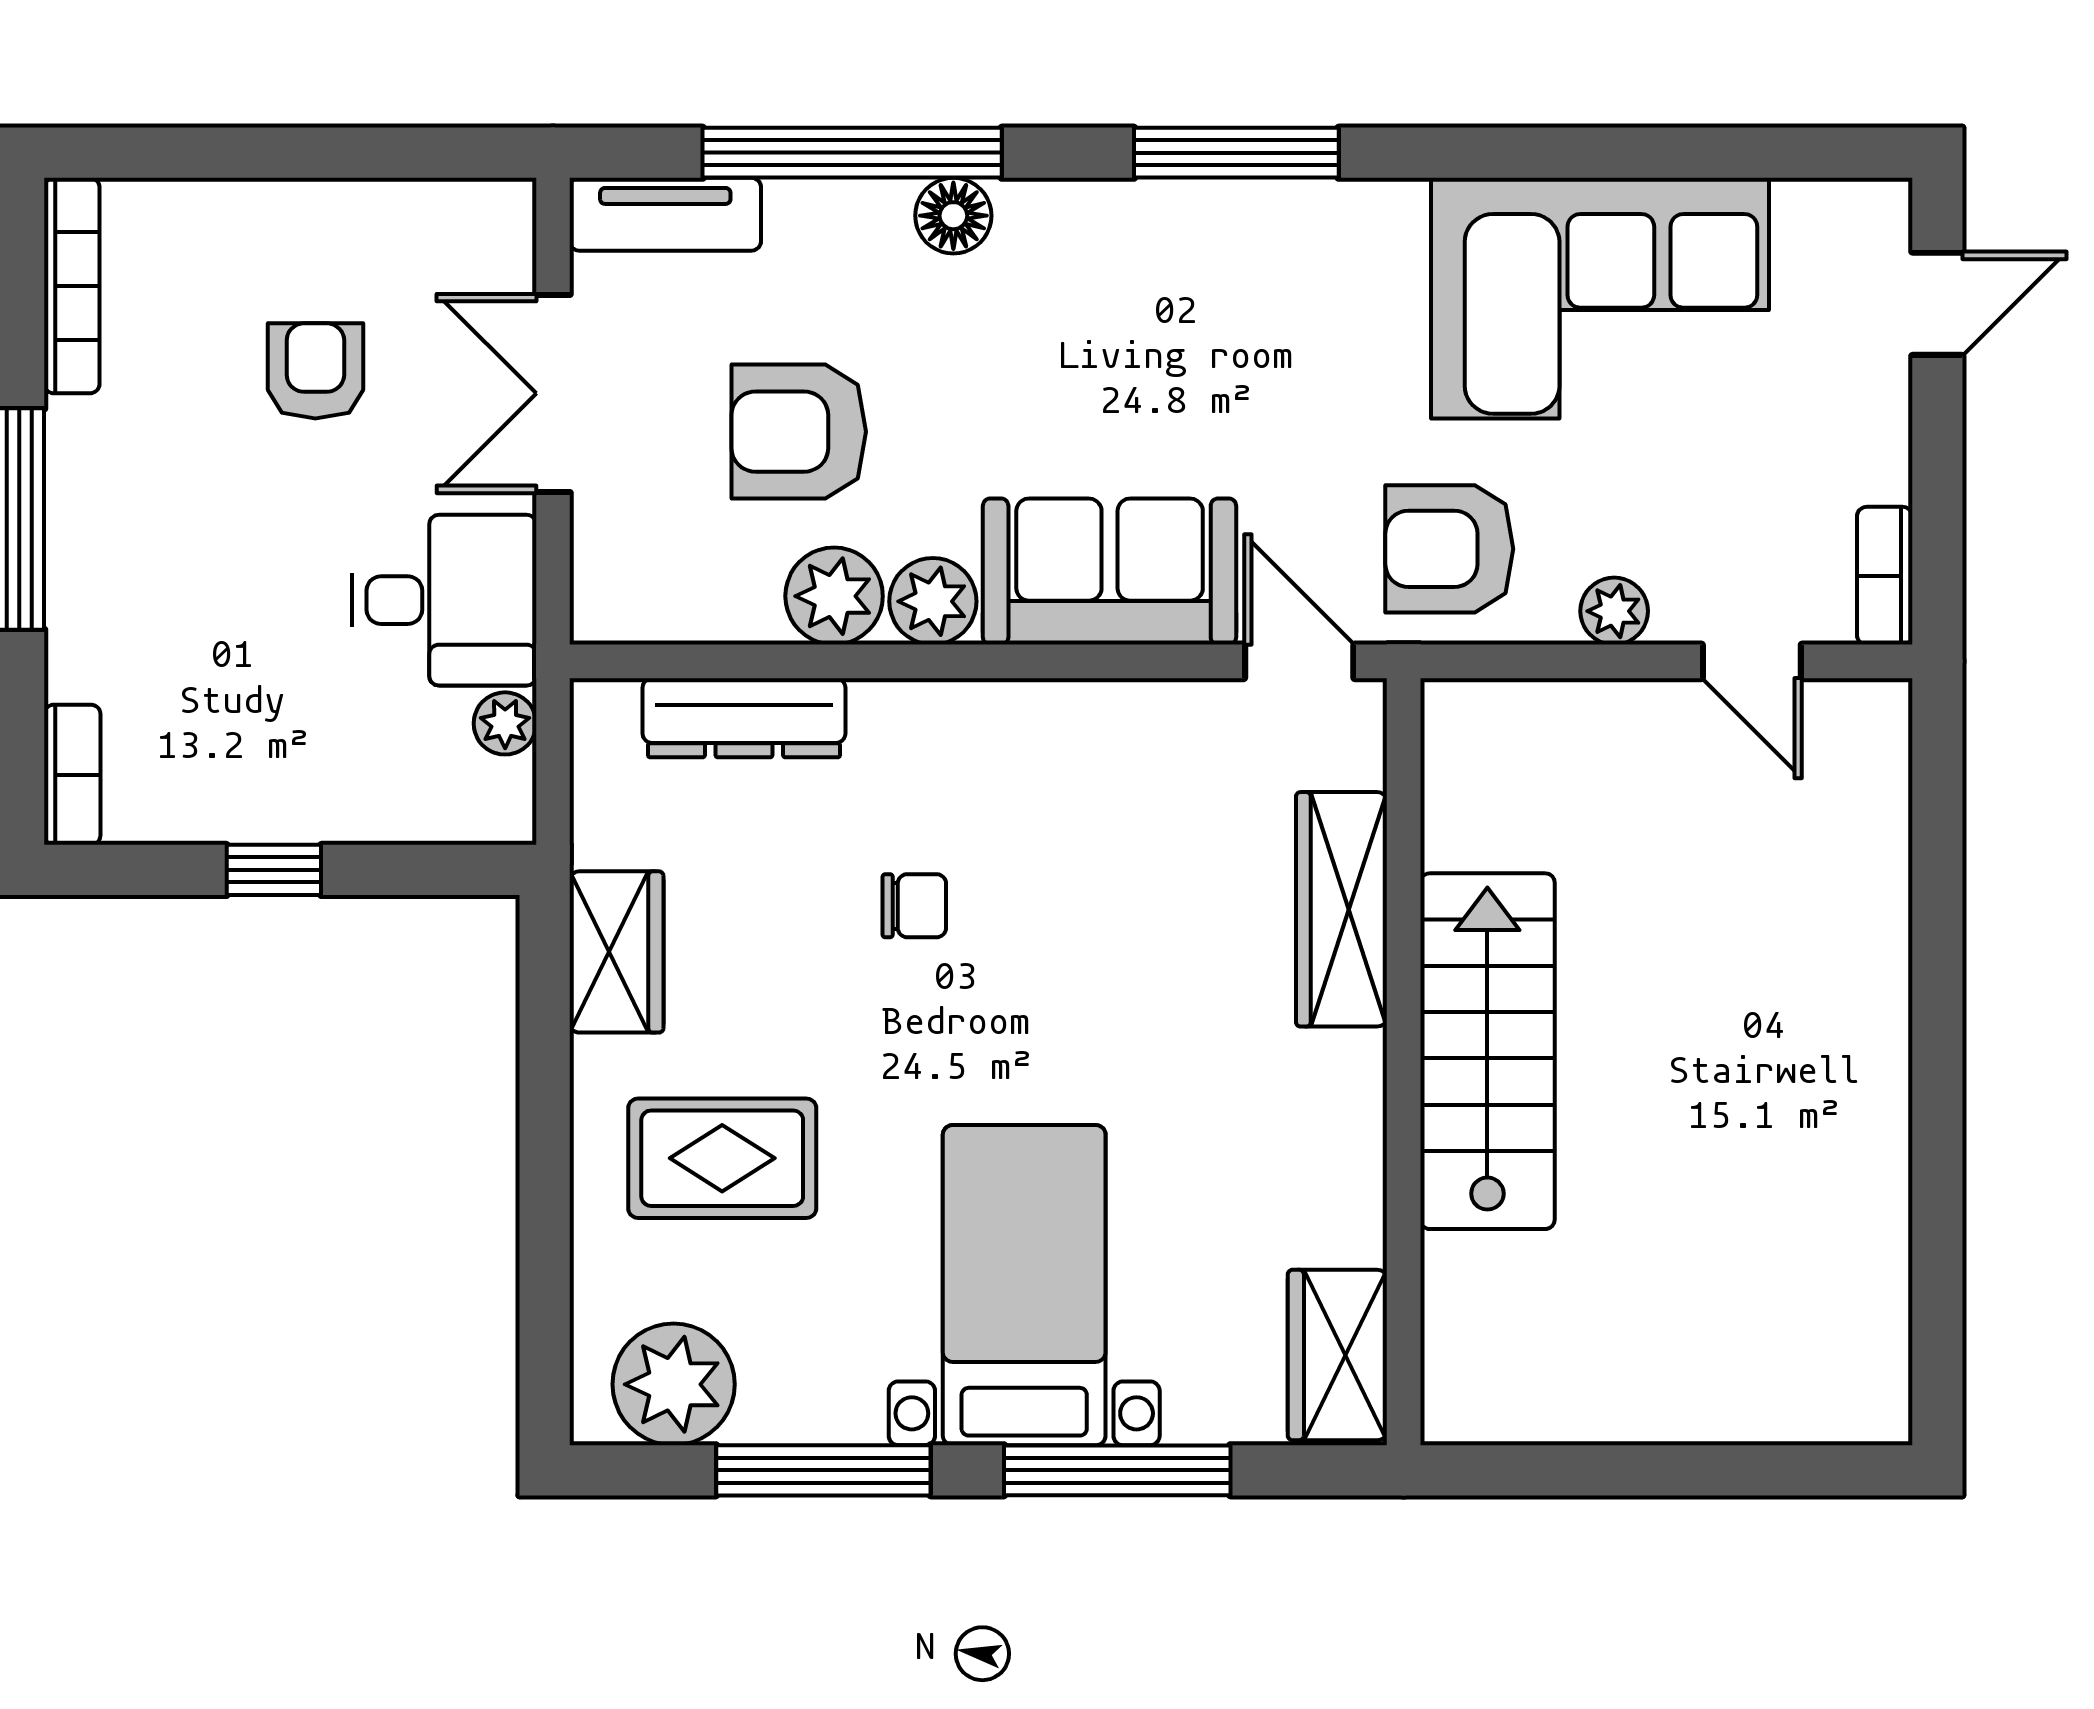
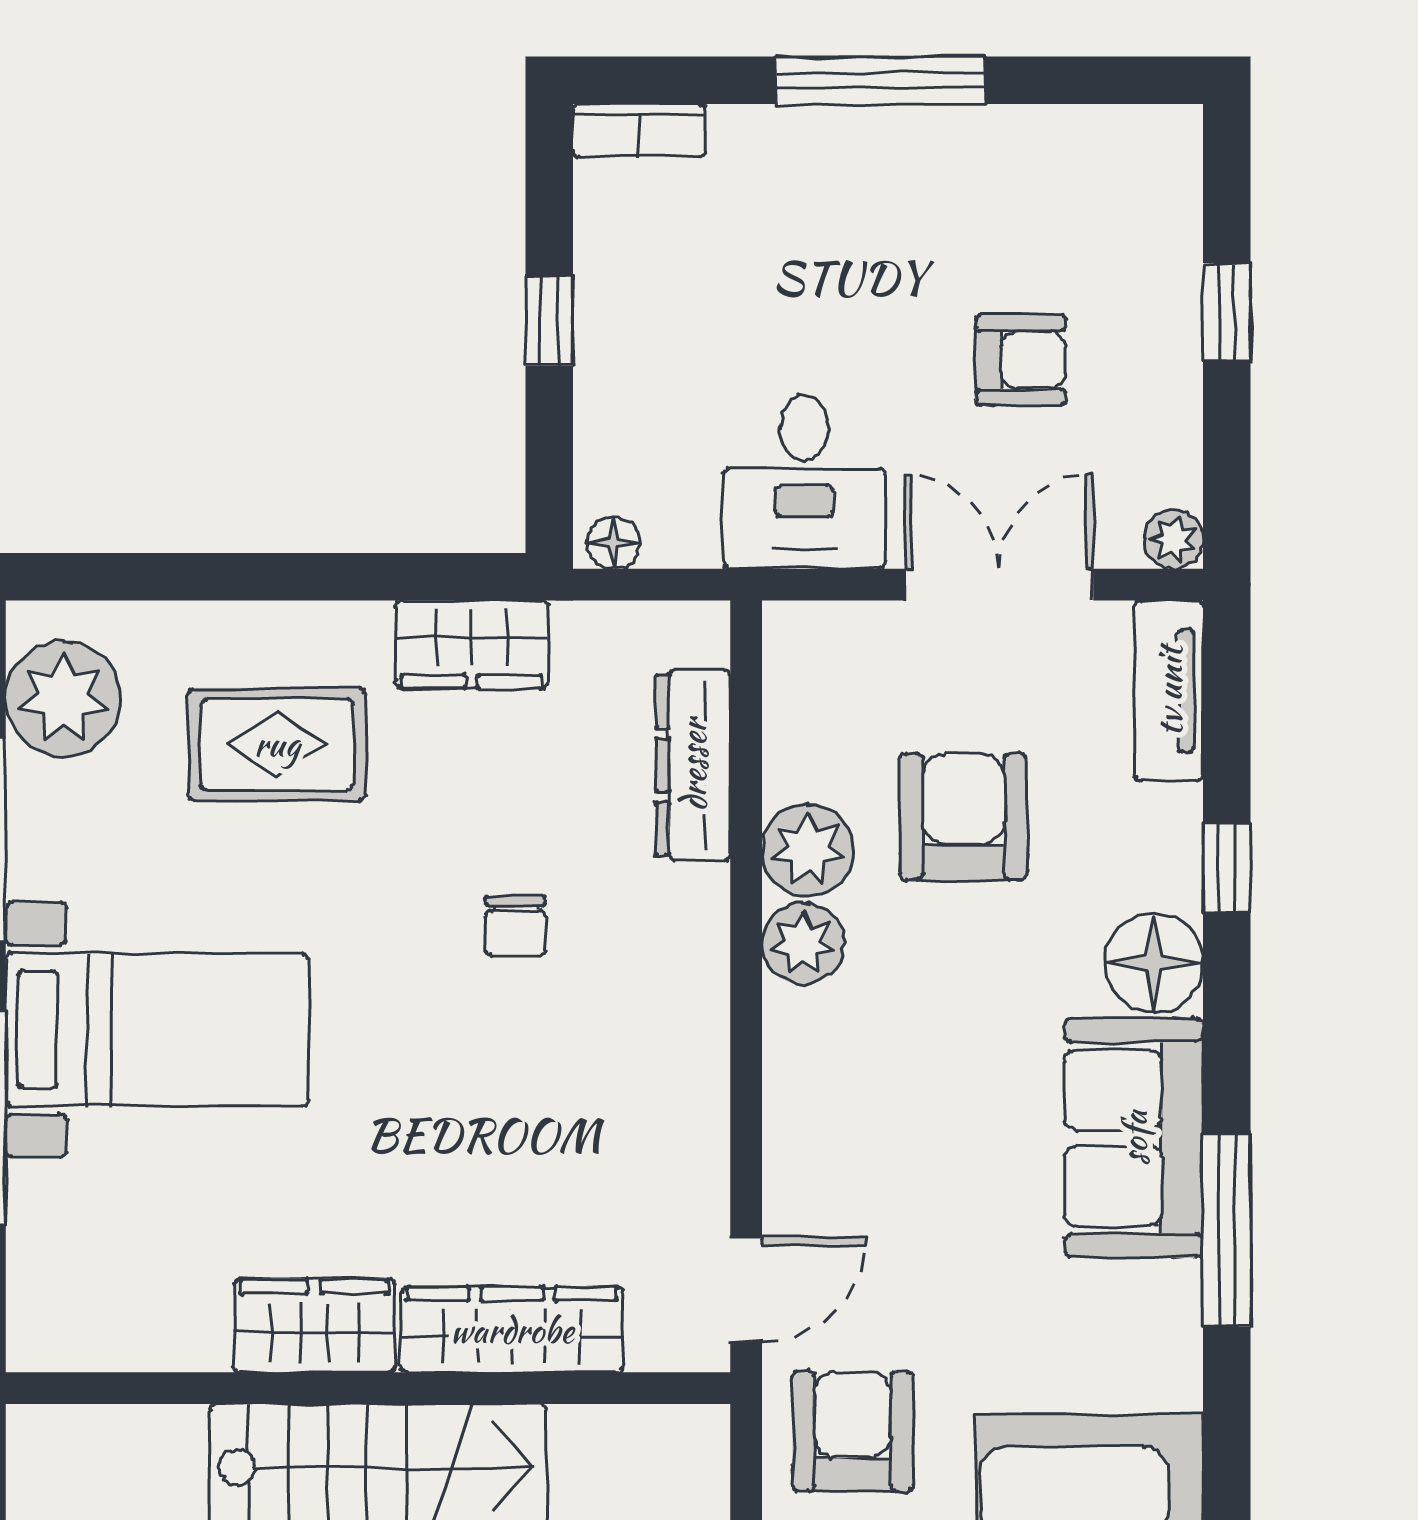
window: (264, 153) -> (1227, 312), added
window: (852, 153) -> (1227, 867), width x0.32
floor lamp: (953, 216) -> (1154, 963), width x1.38, depth x1.38
bookcase: (72, 286) -> (1101, 130), removed
sofa: (1110, 572) -> (1134, 1138), moved, turned 180
plant: (505, 723) -> (1174, 539), moved
floor lamp: (509, 802) -> (613, 543), added
rug: (722, 1158) -> (277, 744), turned 90
wardrobe: (1337, 1355) -> (314, 1326), moved

